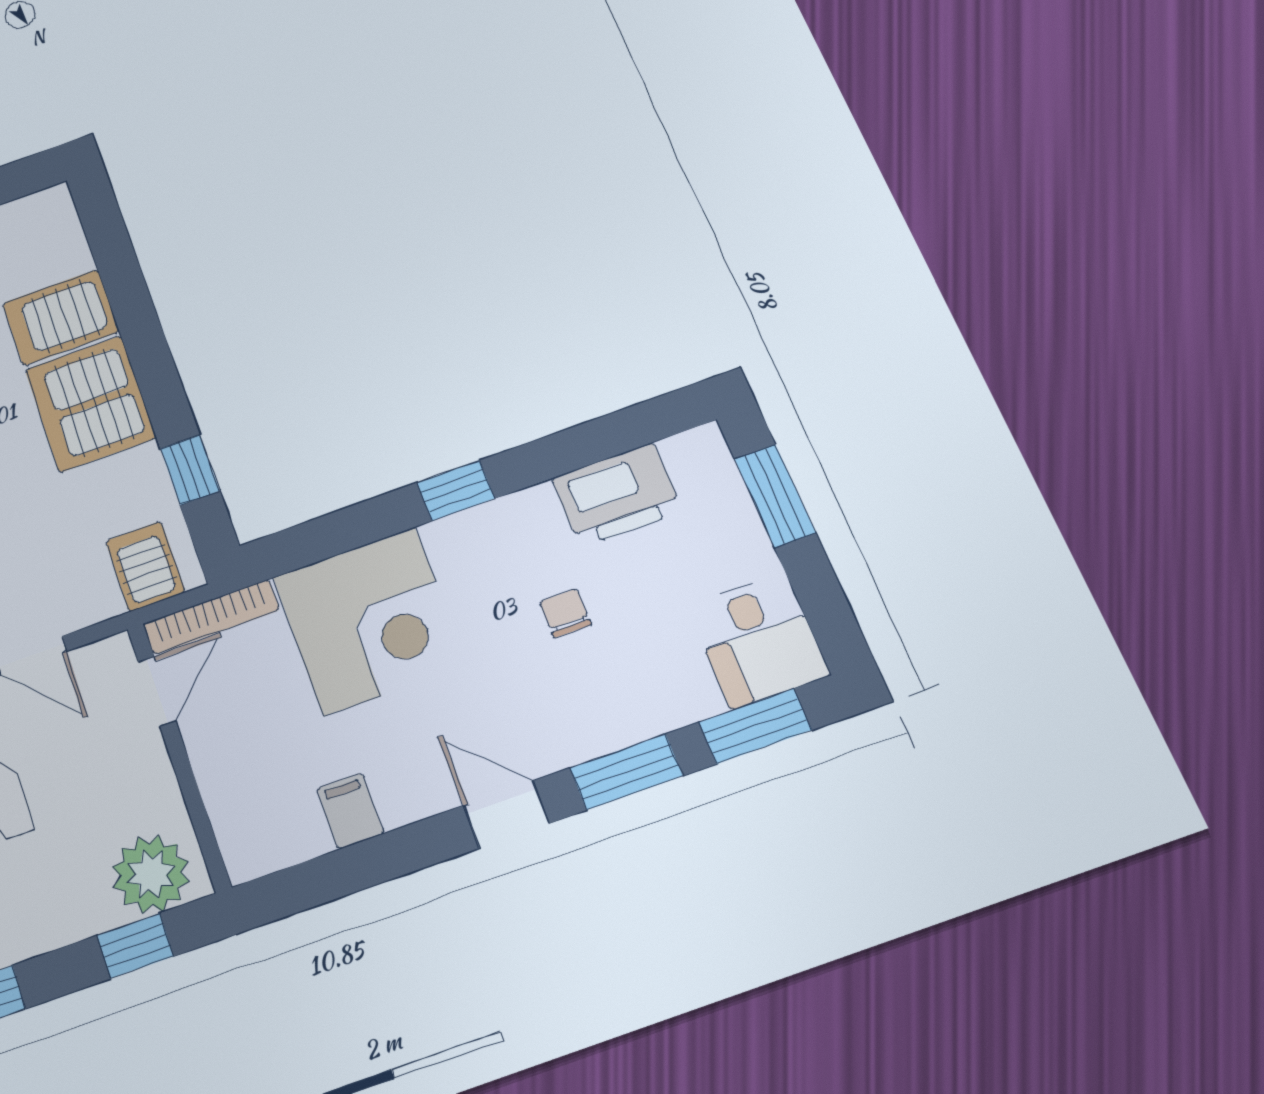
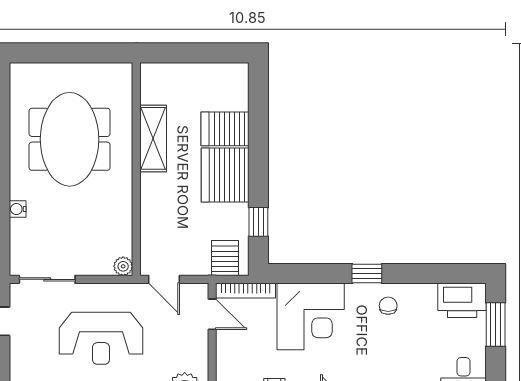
printer: (617, 495) -> (462, 300), moved
chair: (565, 613) -> (388, 306), moved
door: (157, 691) -> (212, 314), hinge flipped

